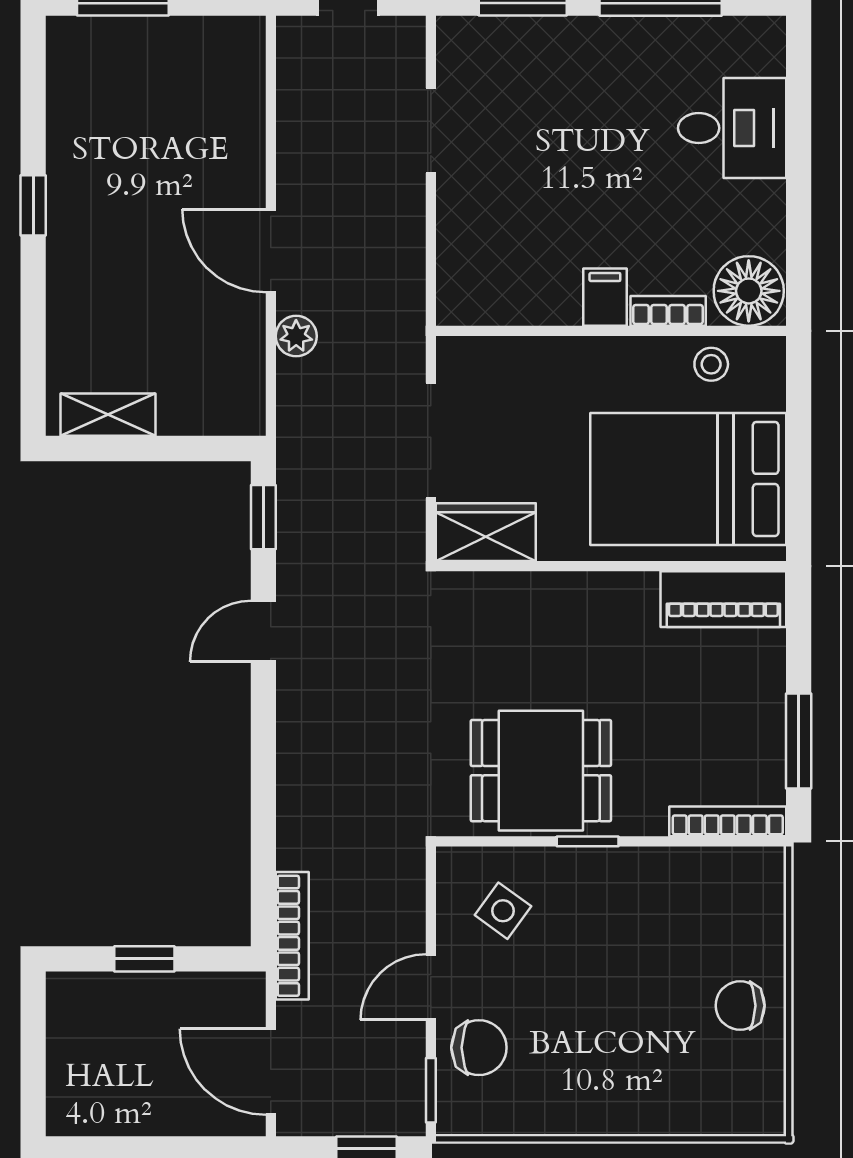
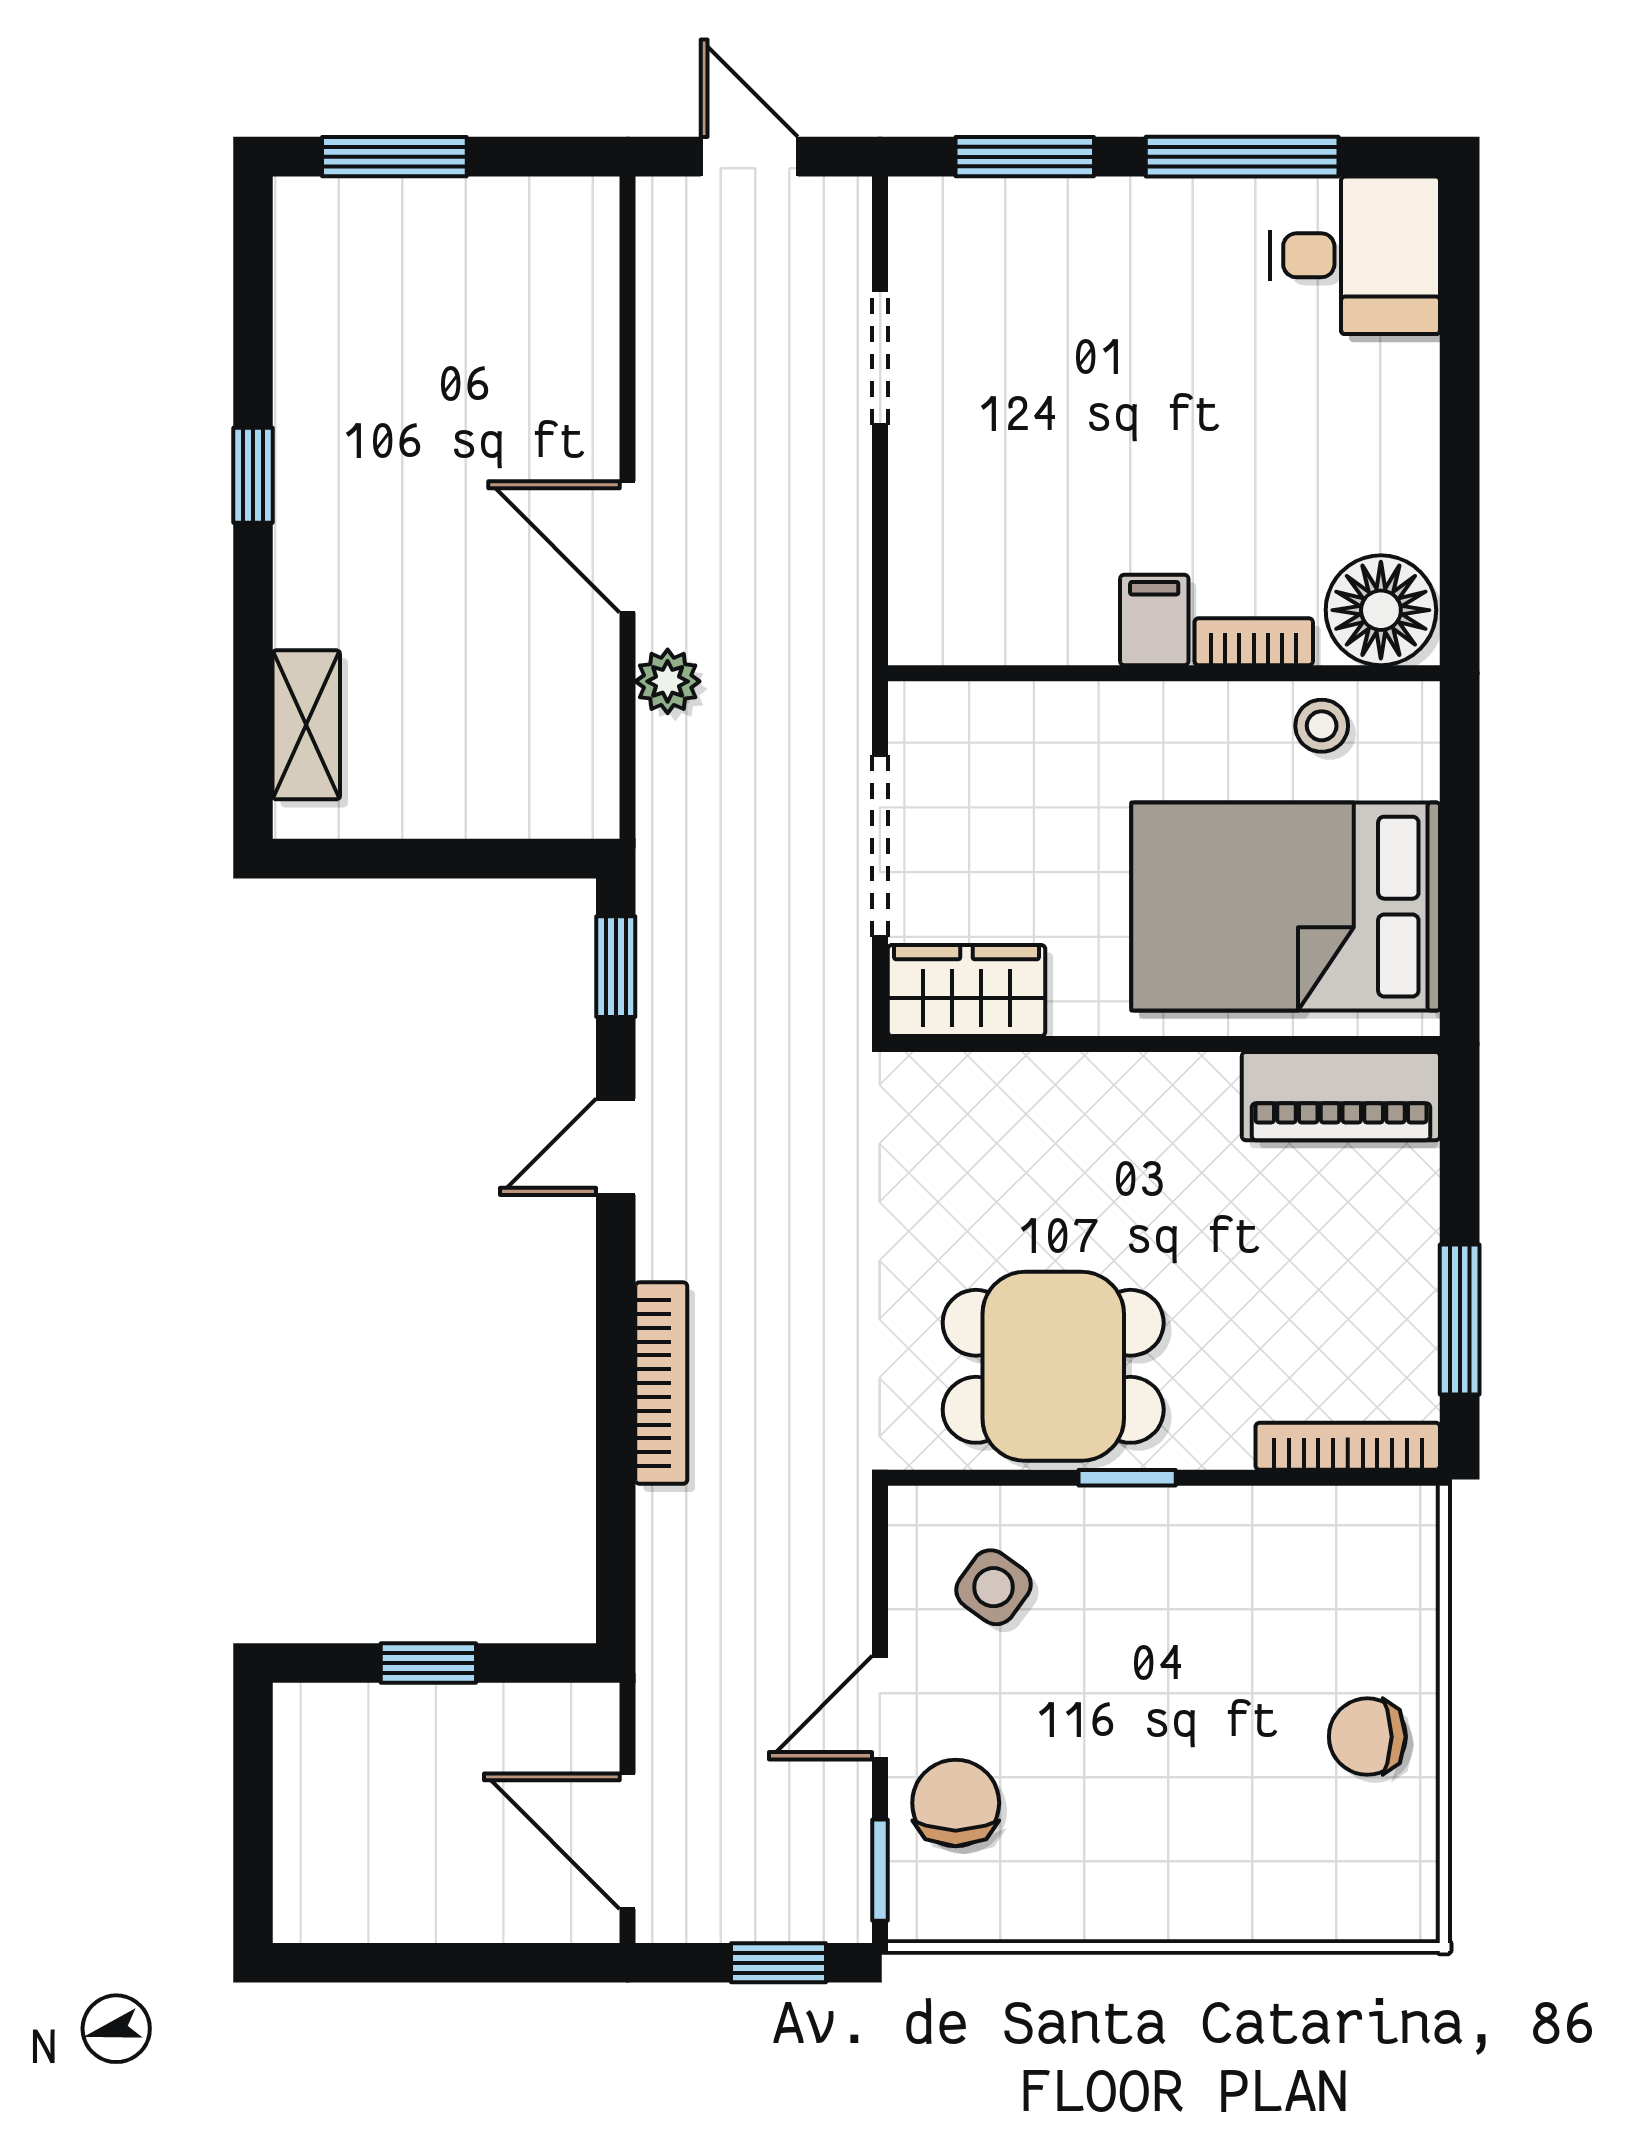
desk: (732, 128) -> (1355, 255), moved
shelving: (108, 415) -> (306, 725), moved, turned 90
bookcase: (292, 936) -> (661, 1383), moved
chair: (479, 1048) -> (956, 1803), turned -90

